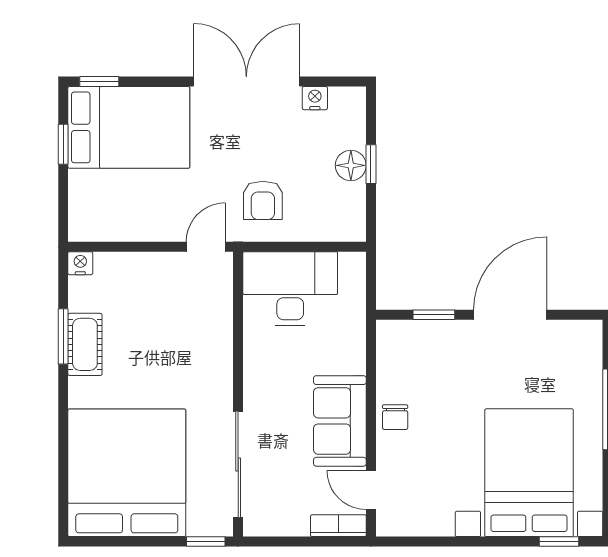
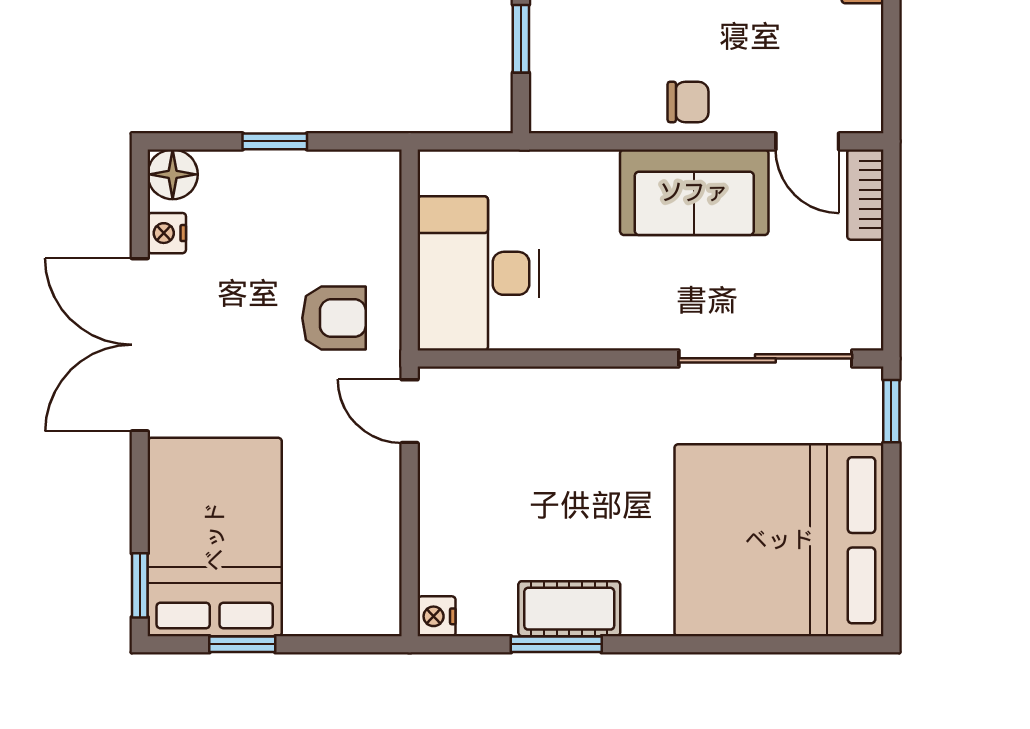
floor lamp: (351, 165) -> (173, 174), moved
door: (371, 490) -> (807, 141), hinge flipped

